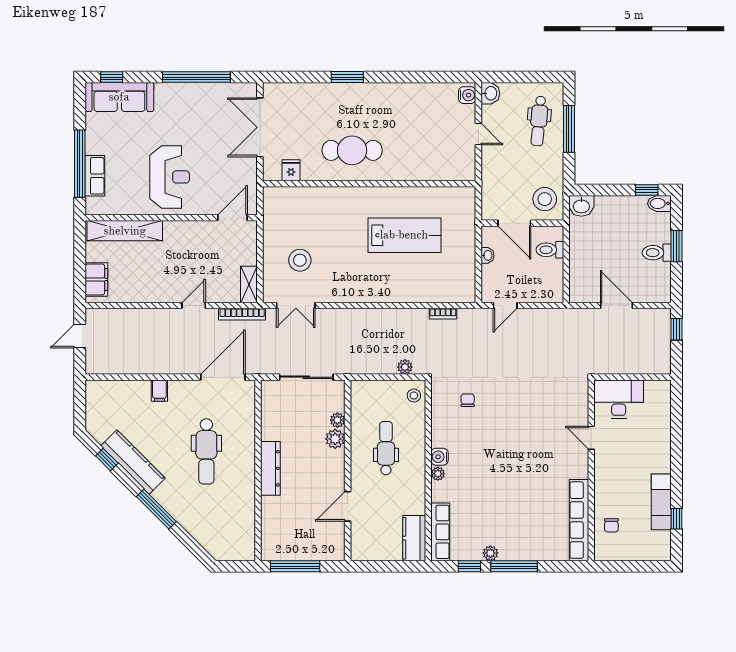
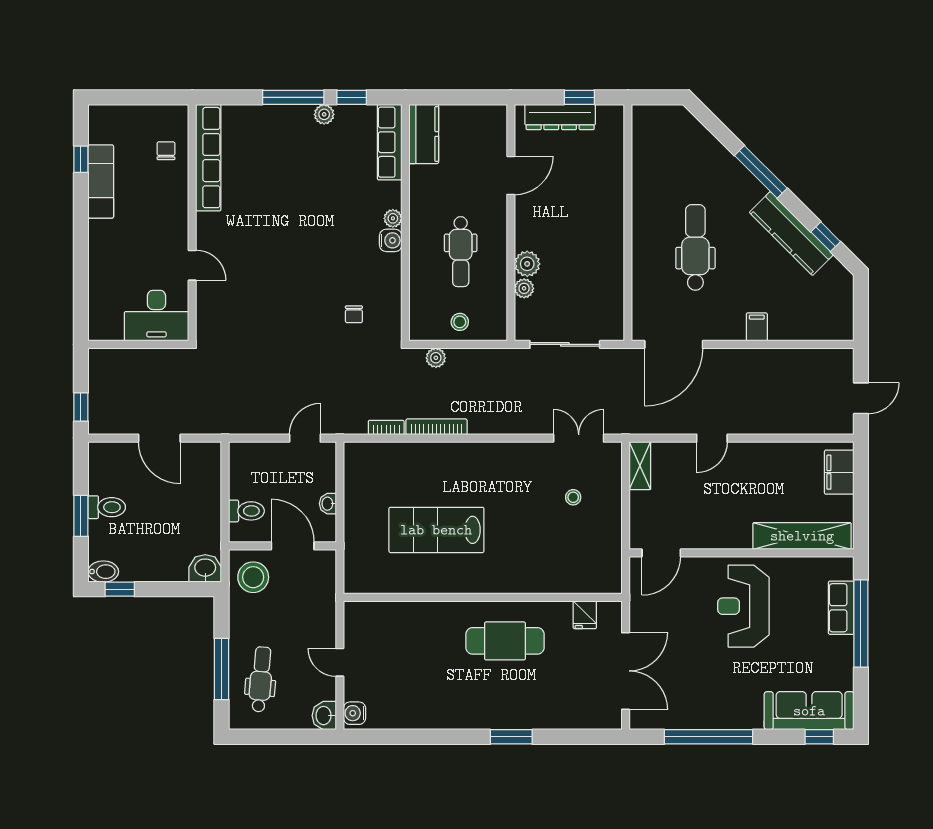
stool: (300, 260) -> (573, 497), width x0.53, depth x0.53
bookcase: (242, 314) -> (436, 427), moved
stool: (414, 396) -> (460, 322), moved
dresser: (270, 468) -> (560, 117), moved, turned -90
window: (295, 566) -> (579, 97), width x0.46

